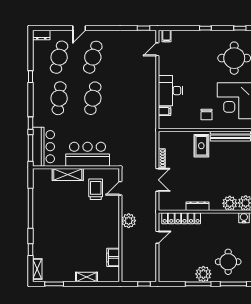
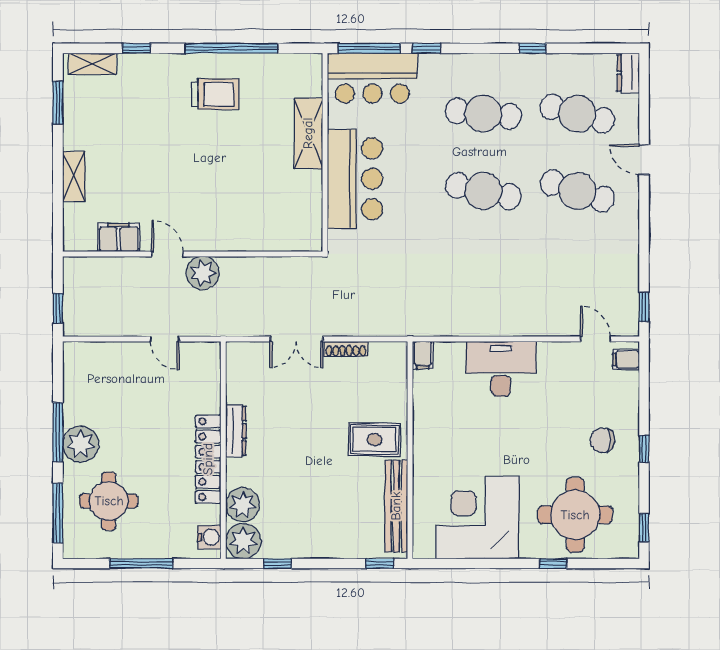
filing cabinet: (164, 111) -> (423, 355), moved
chair: (206, 115) -> (603, 440), moved
door: (120, 188) -> (167, 254), moved
trolley: (96, 189) -> (215, 94), moved
locker: (181, 218) -> (208, 459), moved

